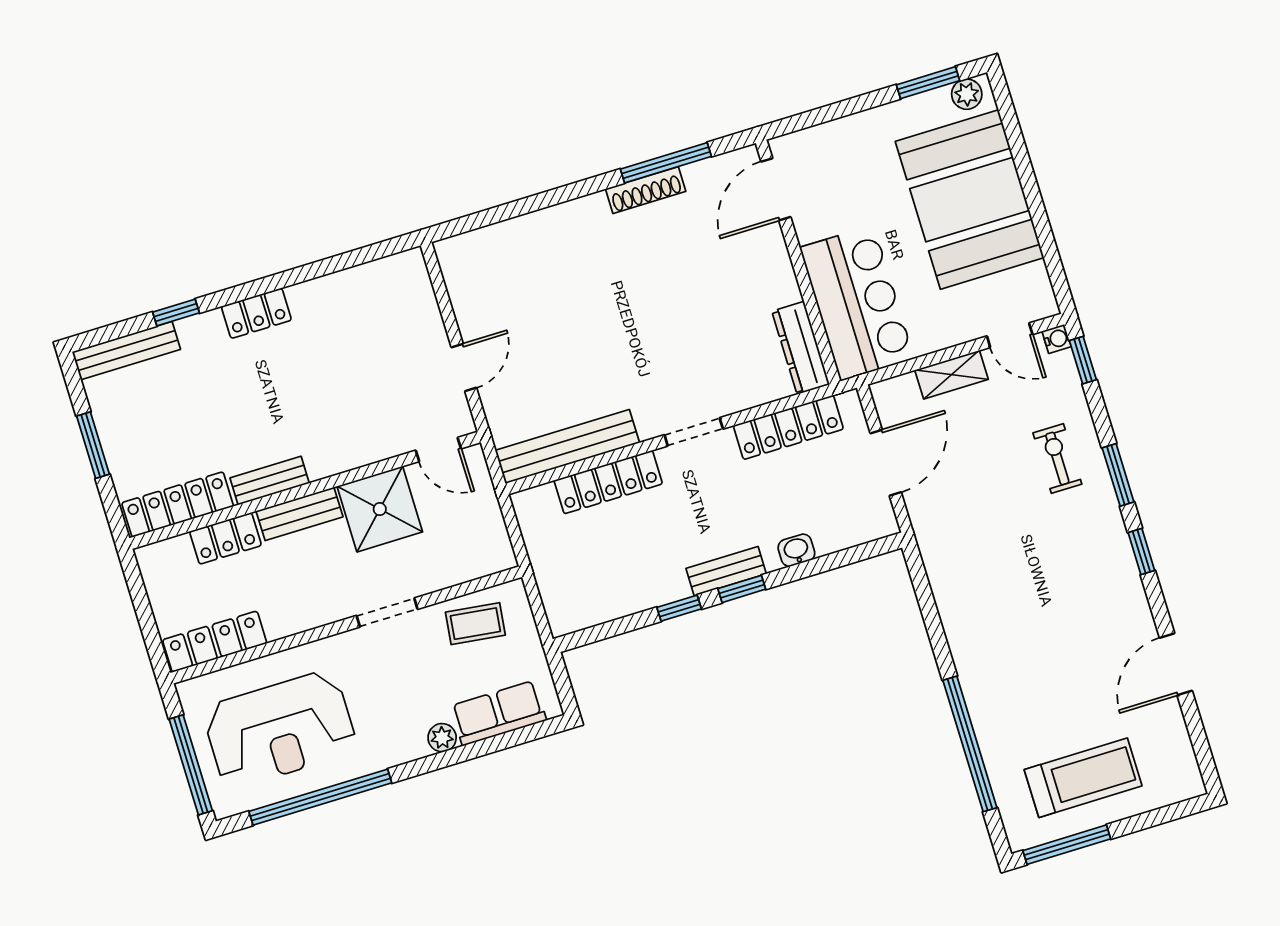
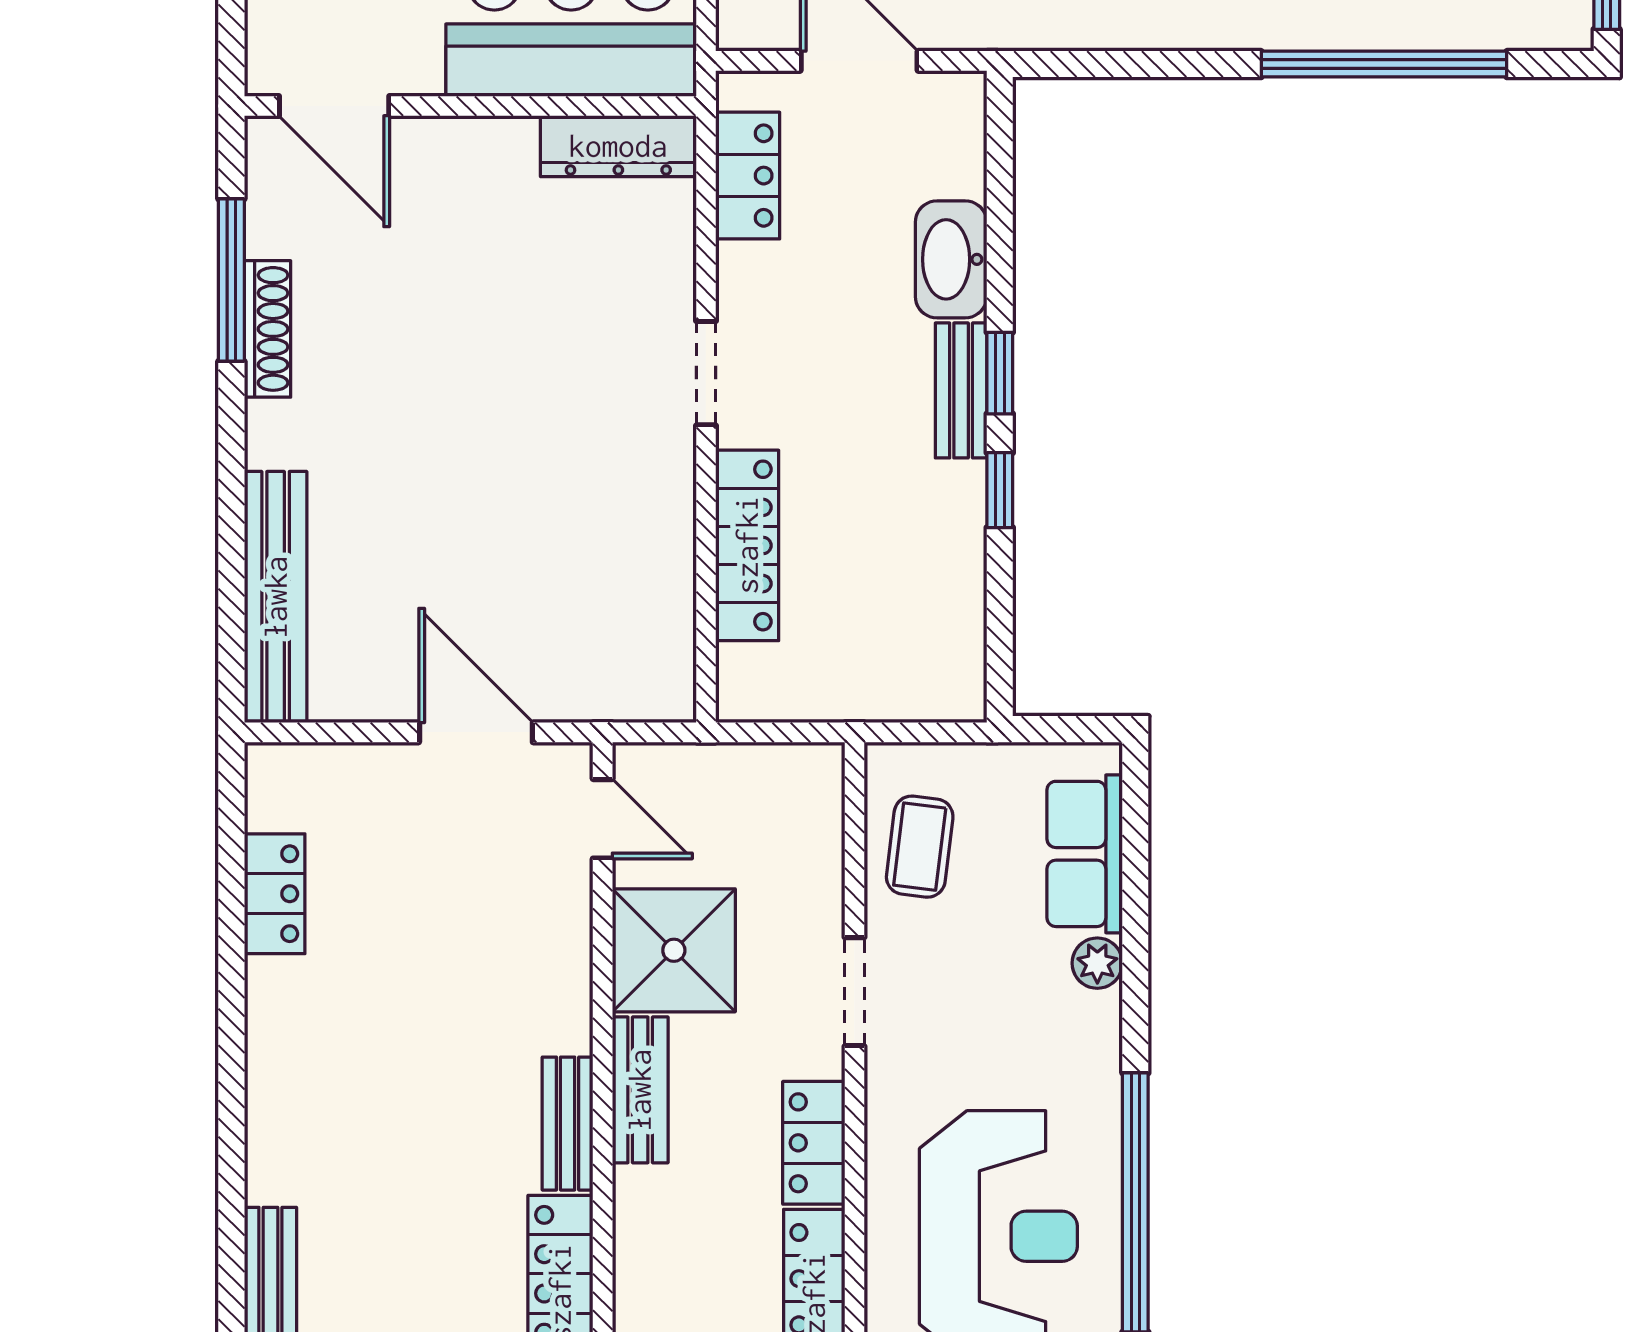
window: (176, 313) -> (231, 1196), removed
locker: (256, 313) -> (275, 894), moved
door: (464, 368) -> (476, 732), width x1.38
locker: (788, 427) -> (748, 176), width x0.66
bench: (567, 447) -> (276, 597), moved
door: (438, 449) -> (603, 819), hinge flipped
locker: (225, 538) -> (814, 1143), moved, turned 180
washbasin: (796, 550) -> (951, 259), width x1.91, depth x1.45

